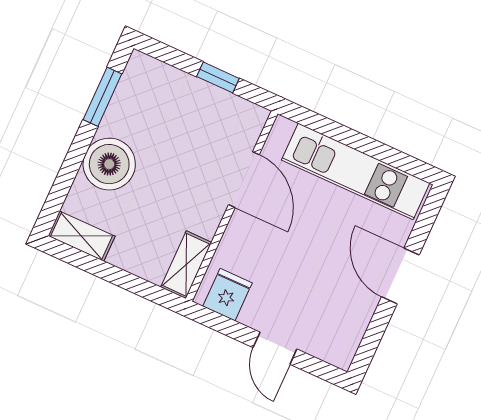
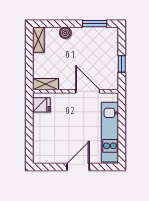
boiler: (109, 164) -> (65, 33), width x0.54, depth x0.54
door: (244, 180) -> (88, 91), swing flipped
door: (275, 348) -> (29, 132), removed

